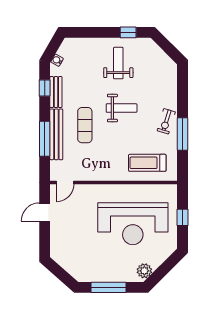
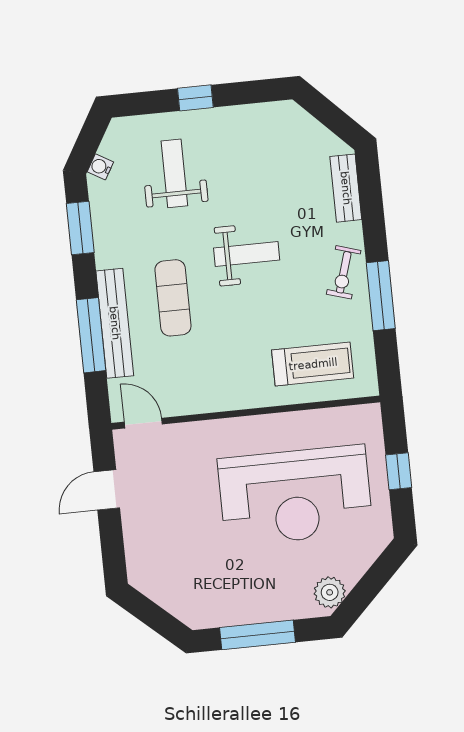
window: (128, 32) -> (195, 98), moved
weight bench: (118, 63) -> (174, 173), moved
window: (45, 88) -> (80, 228), width x1.50
bench: (56, 92) -> (346, 188), moved
treadmill: (147, 163) -> (313, 364), turned 180
door: (65, 182) -> (143, 423), swing flipped

